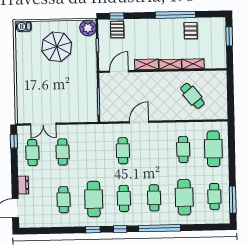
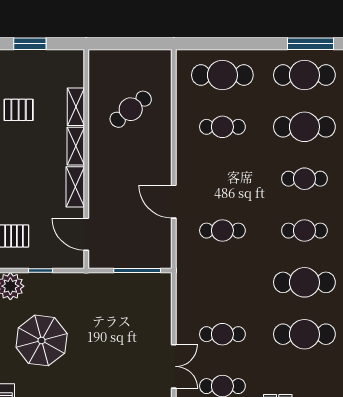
cafe table: (214, 197) -> (304, 75), width x1.37, depth x1.35
cafe table: (64, 200) -> (304, 334), width x1.37, depth x1.35

